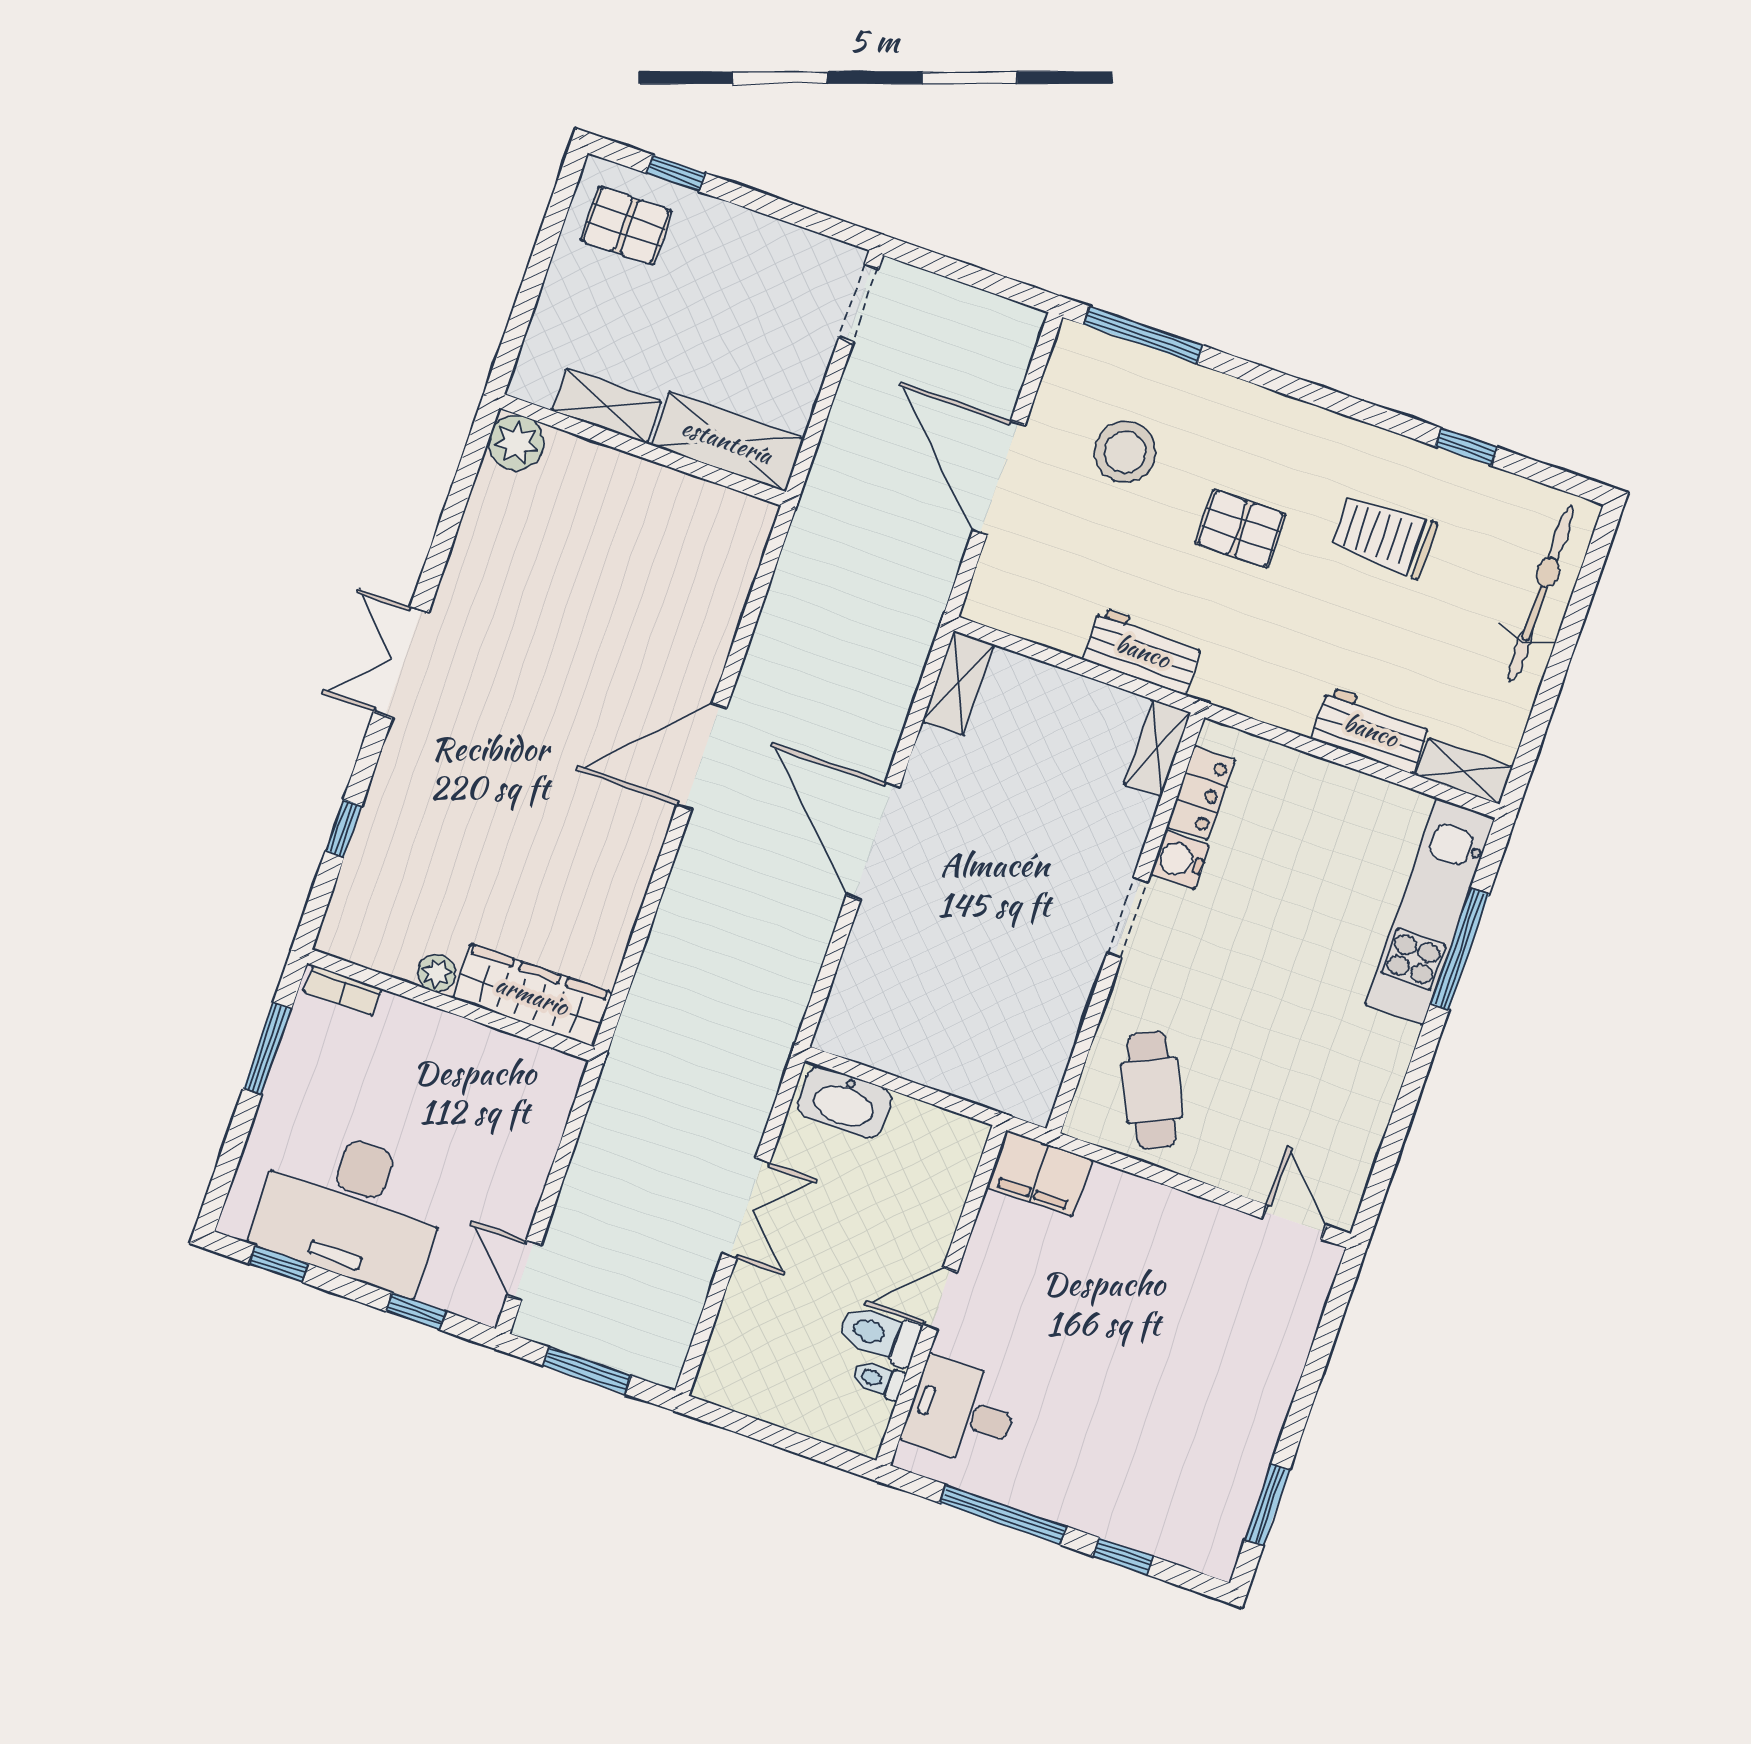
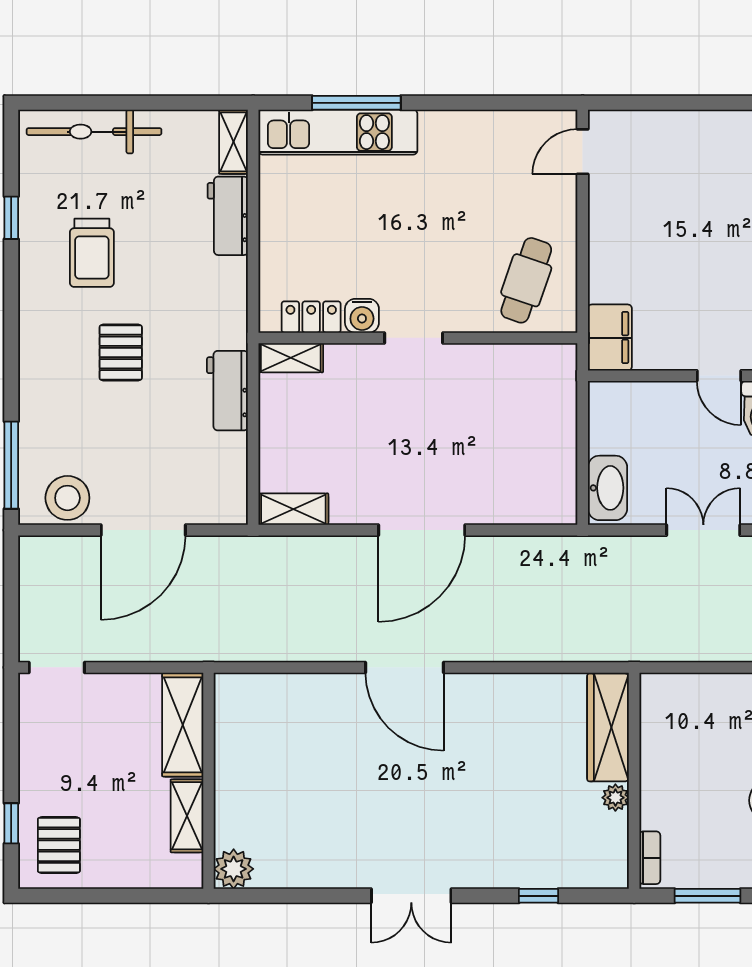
stool: (1125, 452) -> (67, 498), moved
cafe table: (1152, 1090) -> (526, 280), turned -46

